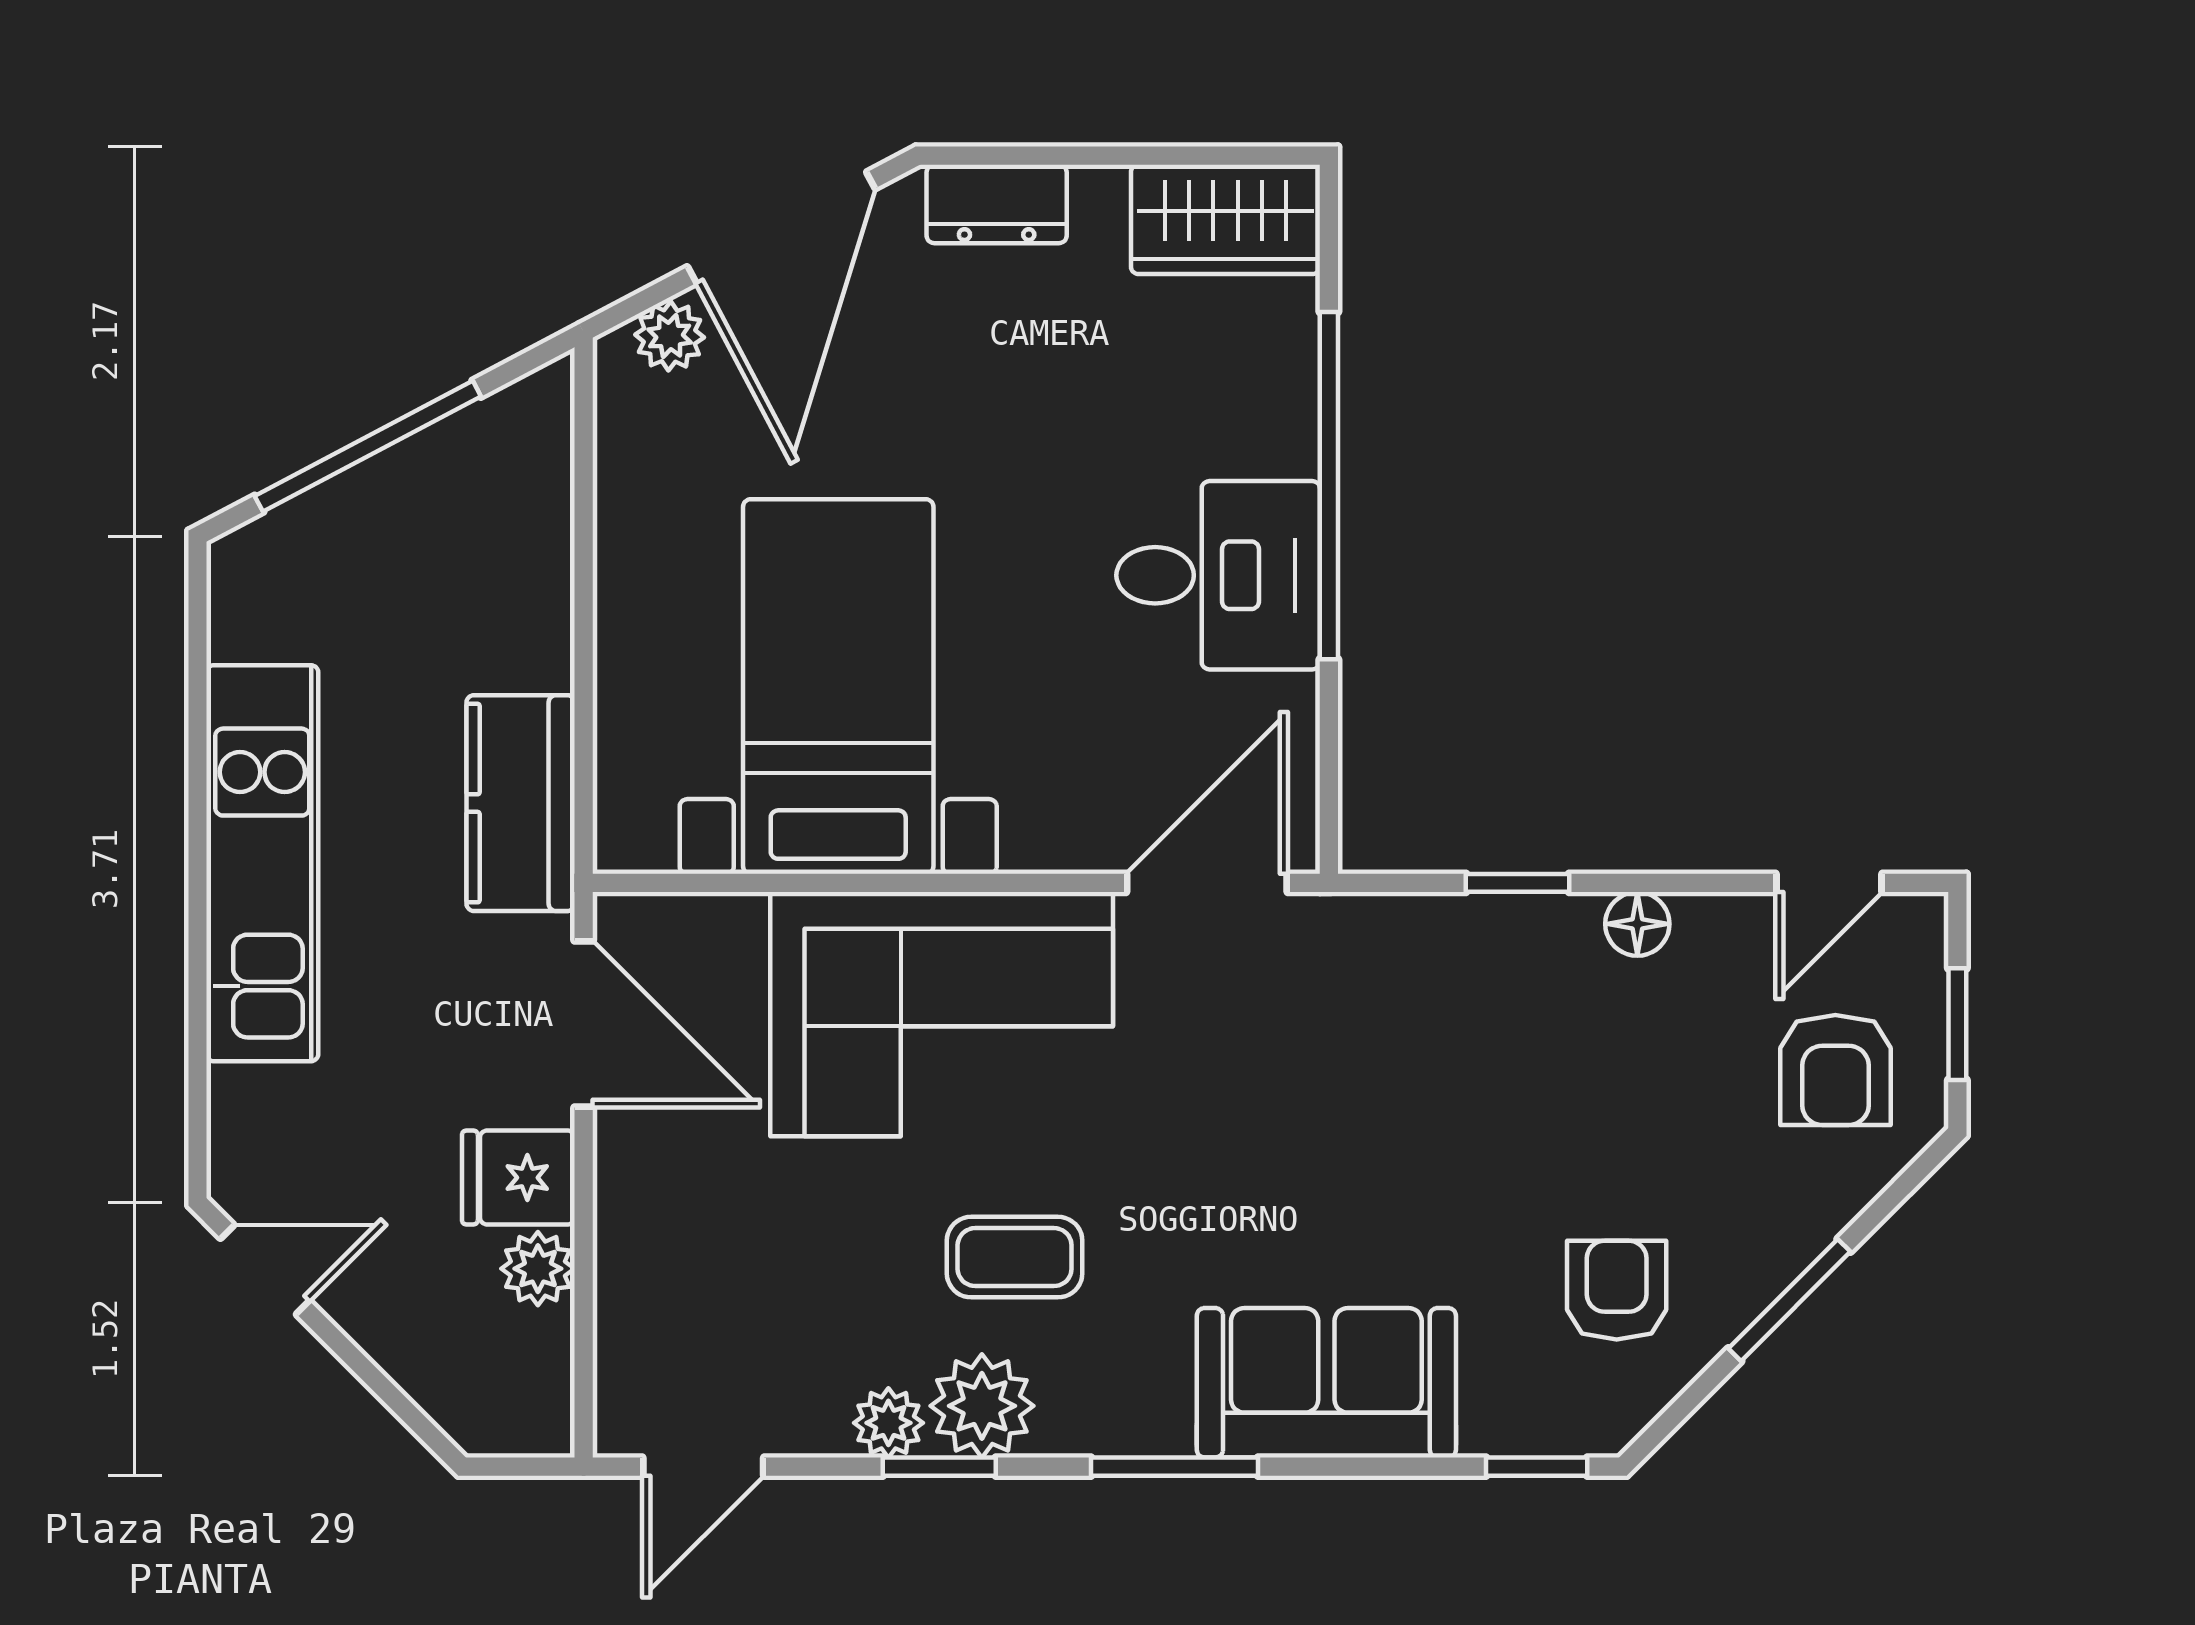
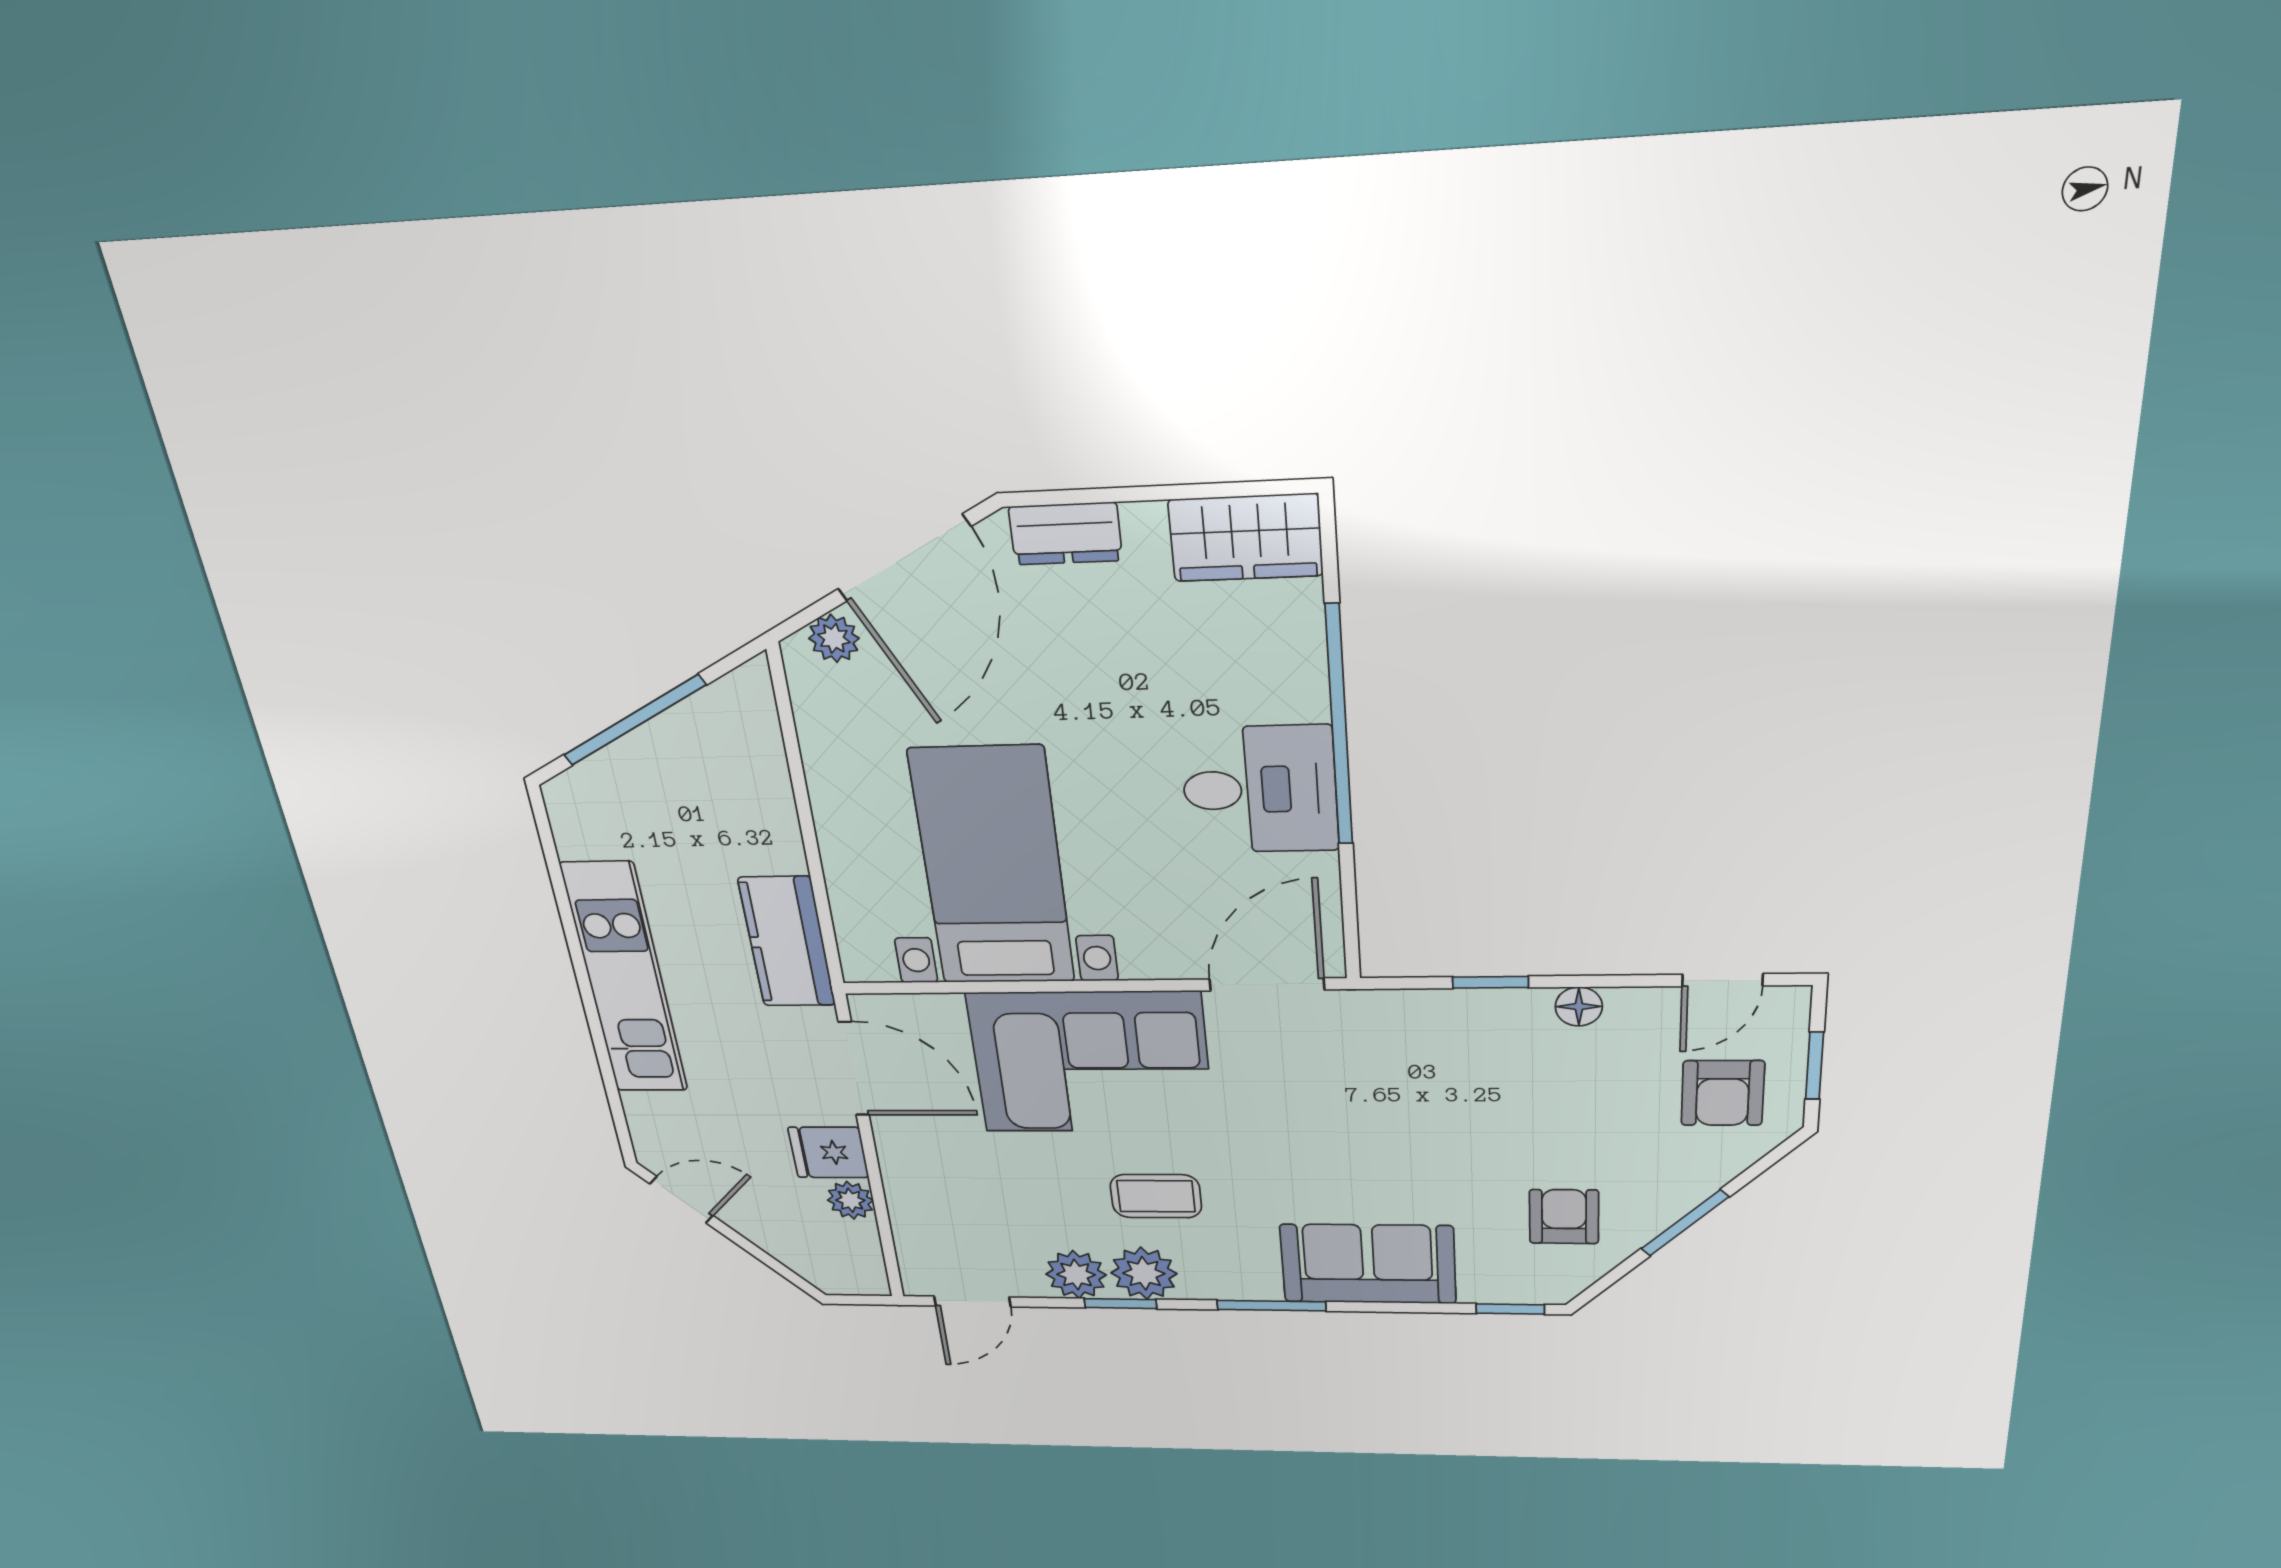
plant: (888, 1423) -> (1076, 1275), width x1.38, depth x1.38

